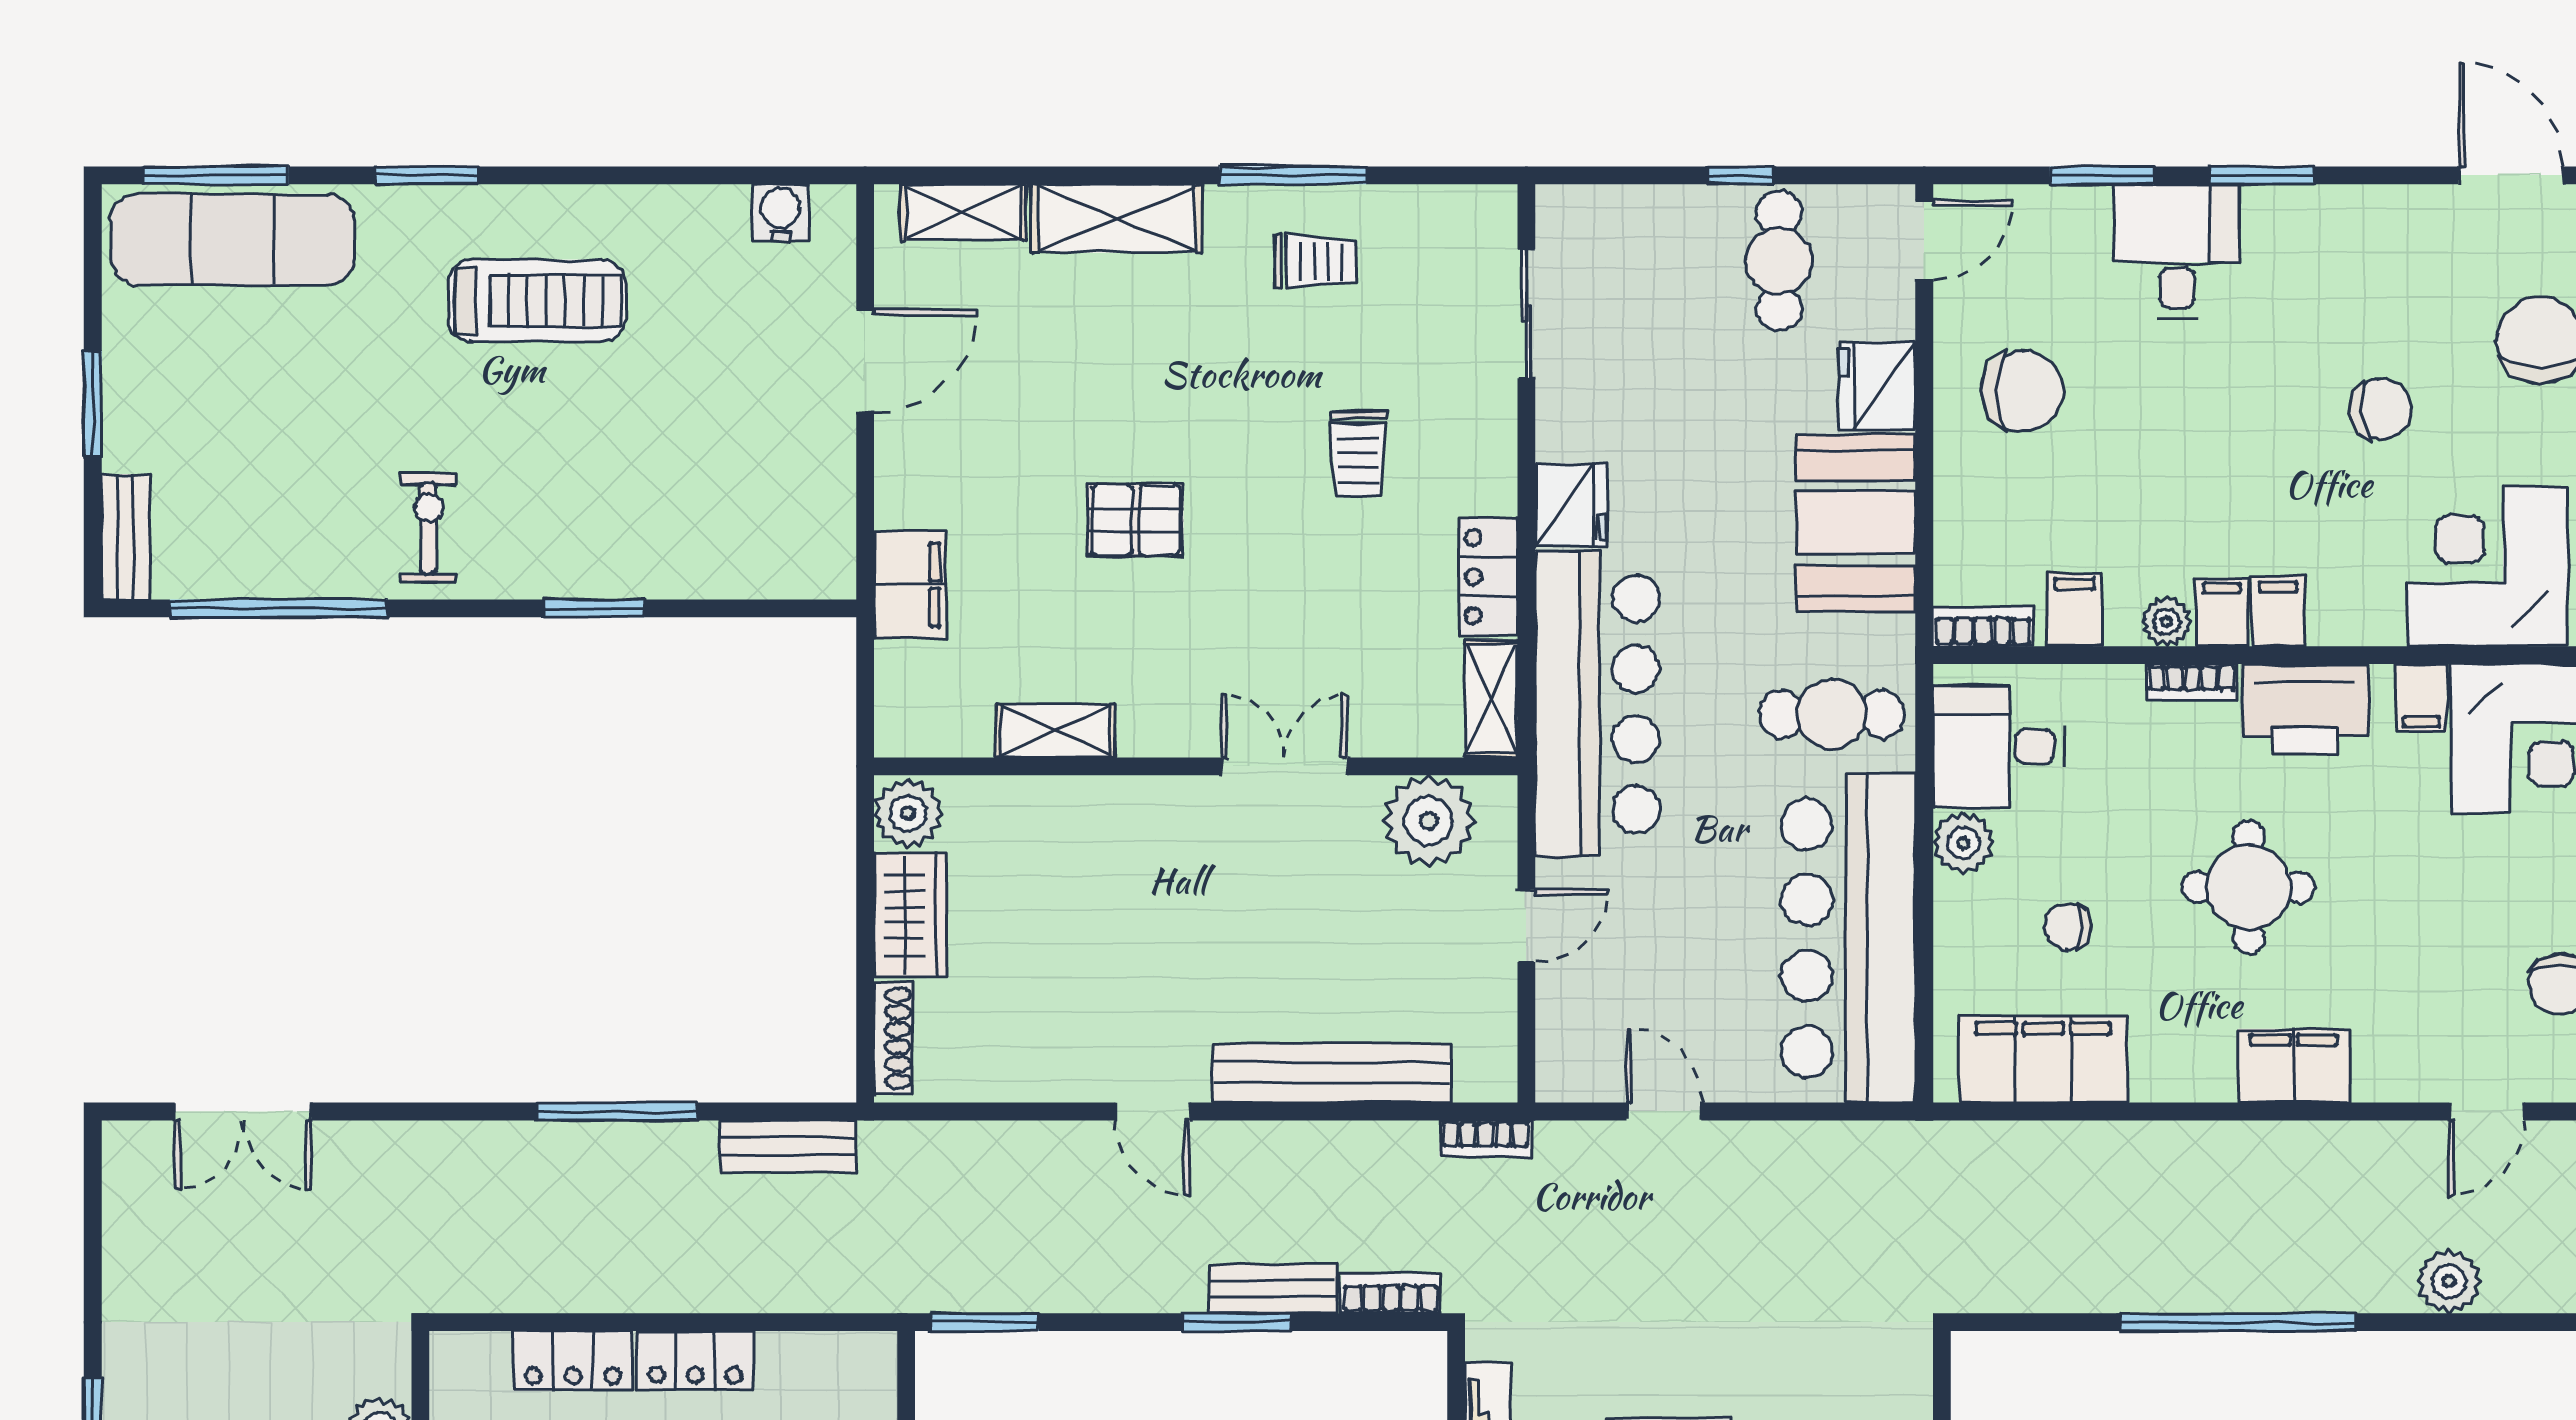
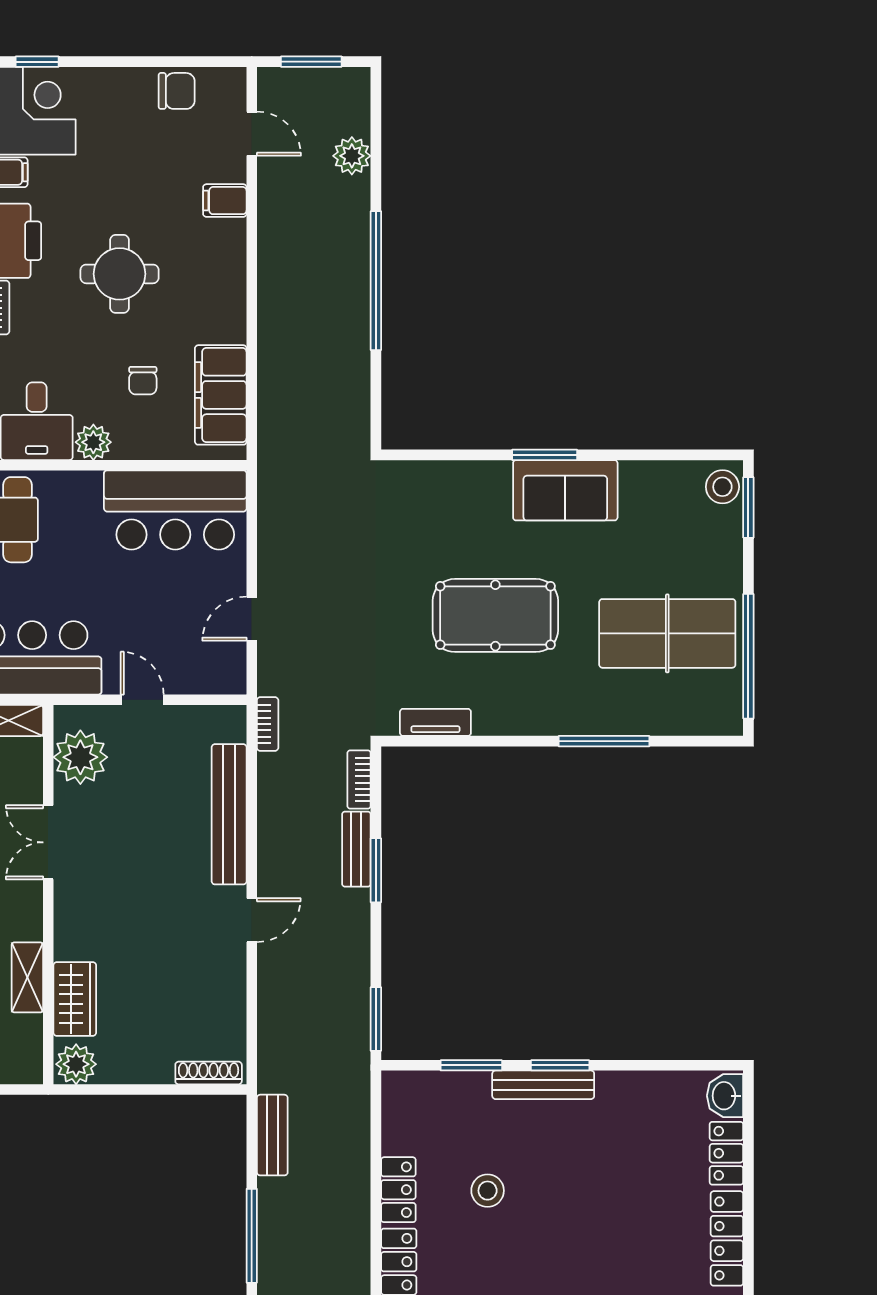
wardrobe: (910, 915) -> (75, 999), moved, turned 90
bar counter: (1848, 938) -> (175, 510), width x0.73
filing cabinet: (2293, 1066) -> (225, 201), moved, width x0.50

